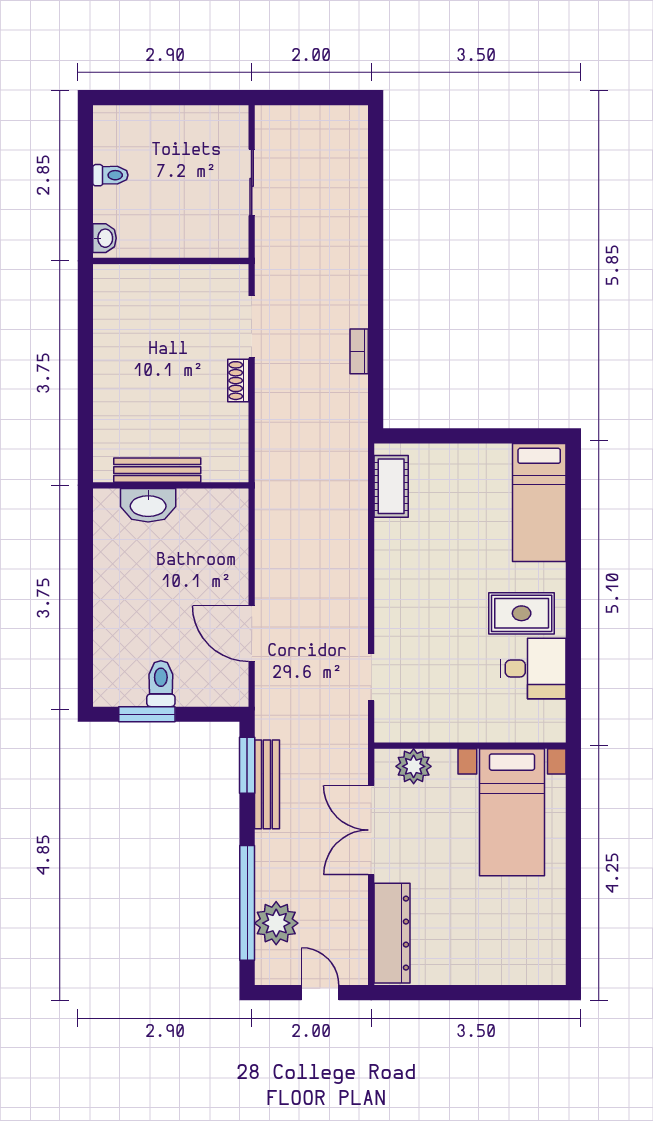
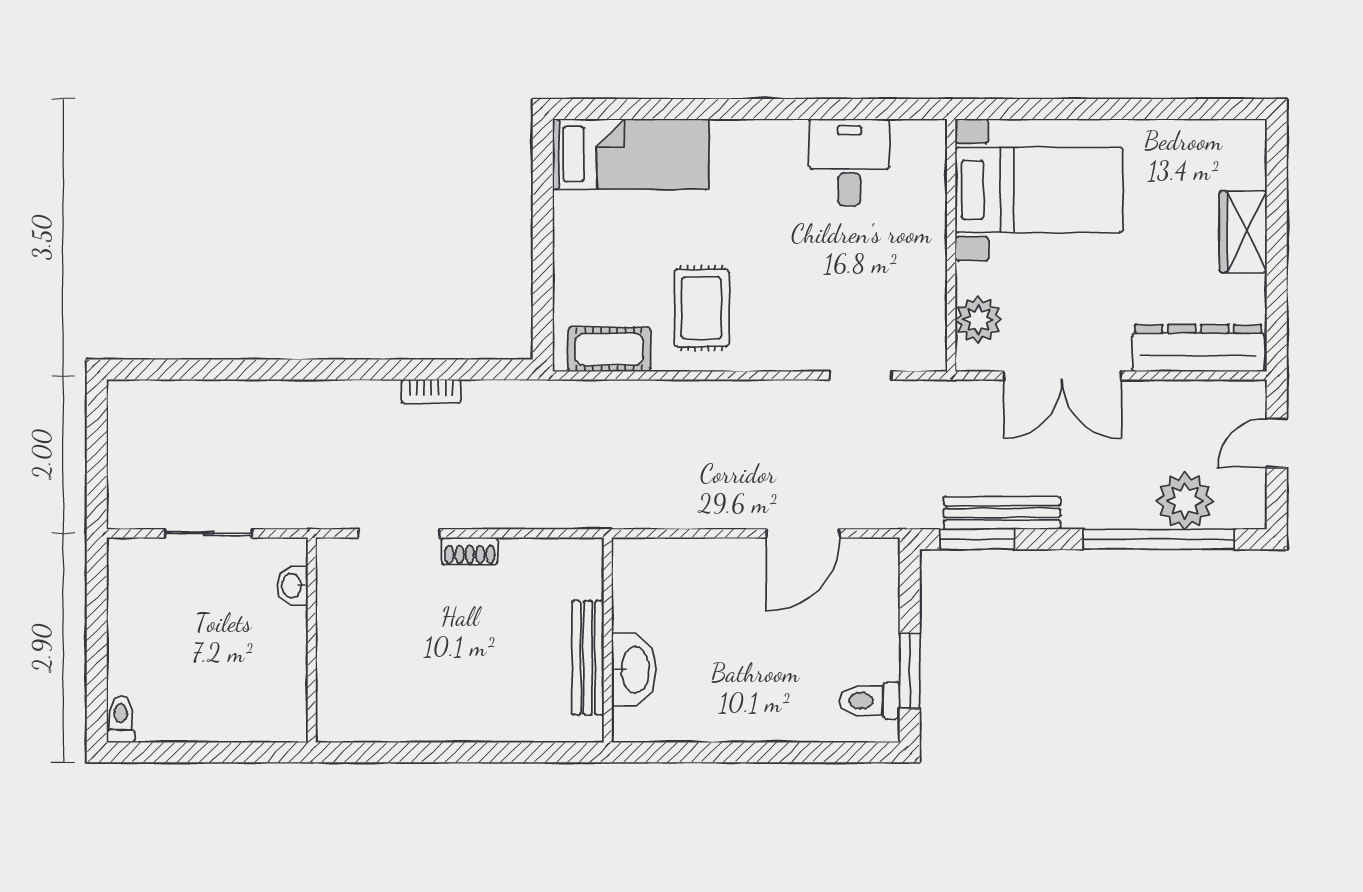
toilet: (110, 175) -> (121, 719), moved
washbasin: (105, 238) -> (292, 586), moved, turned -90
rug: (522, 613) -> (702, 308), moved
toilet: (161, 684) -> (869, 701), moved
wardrobe: (480, 967) -> (1243, 232), added

